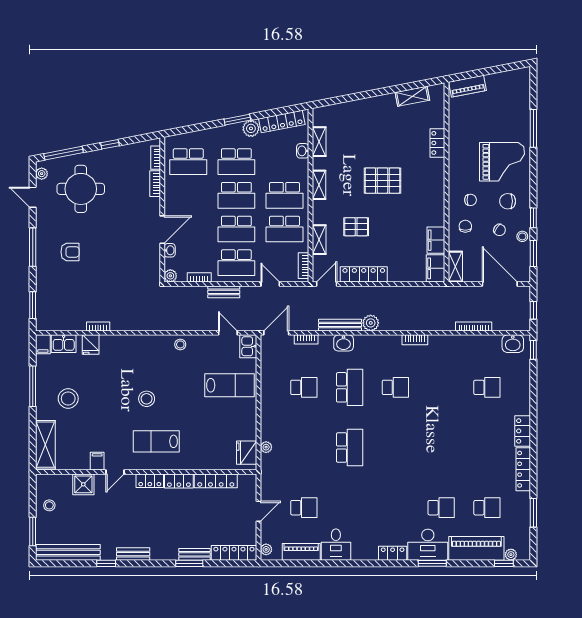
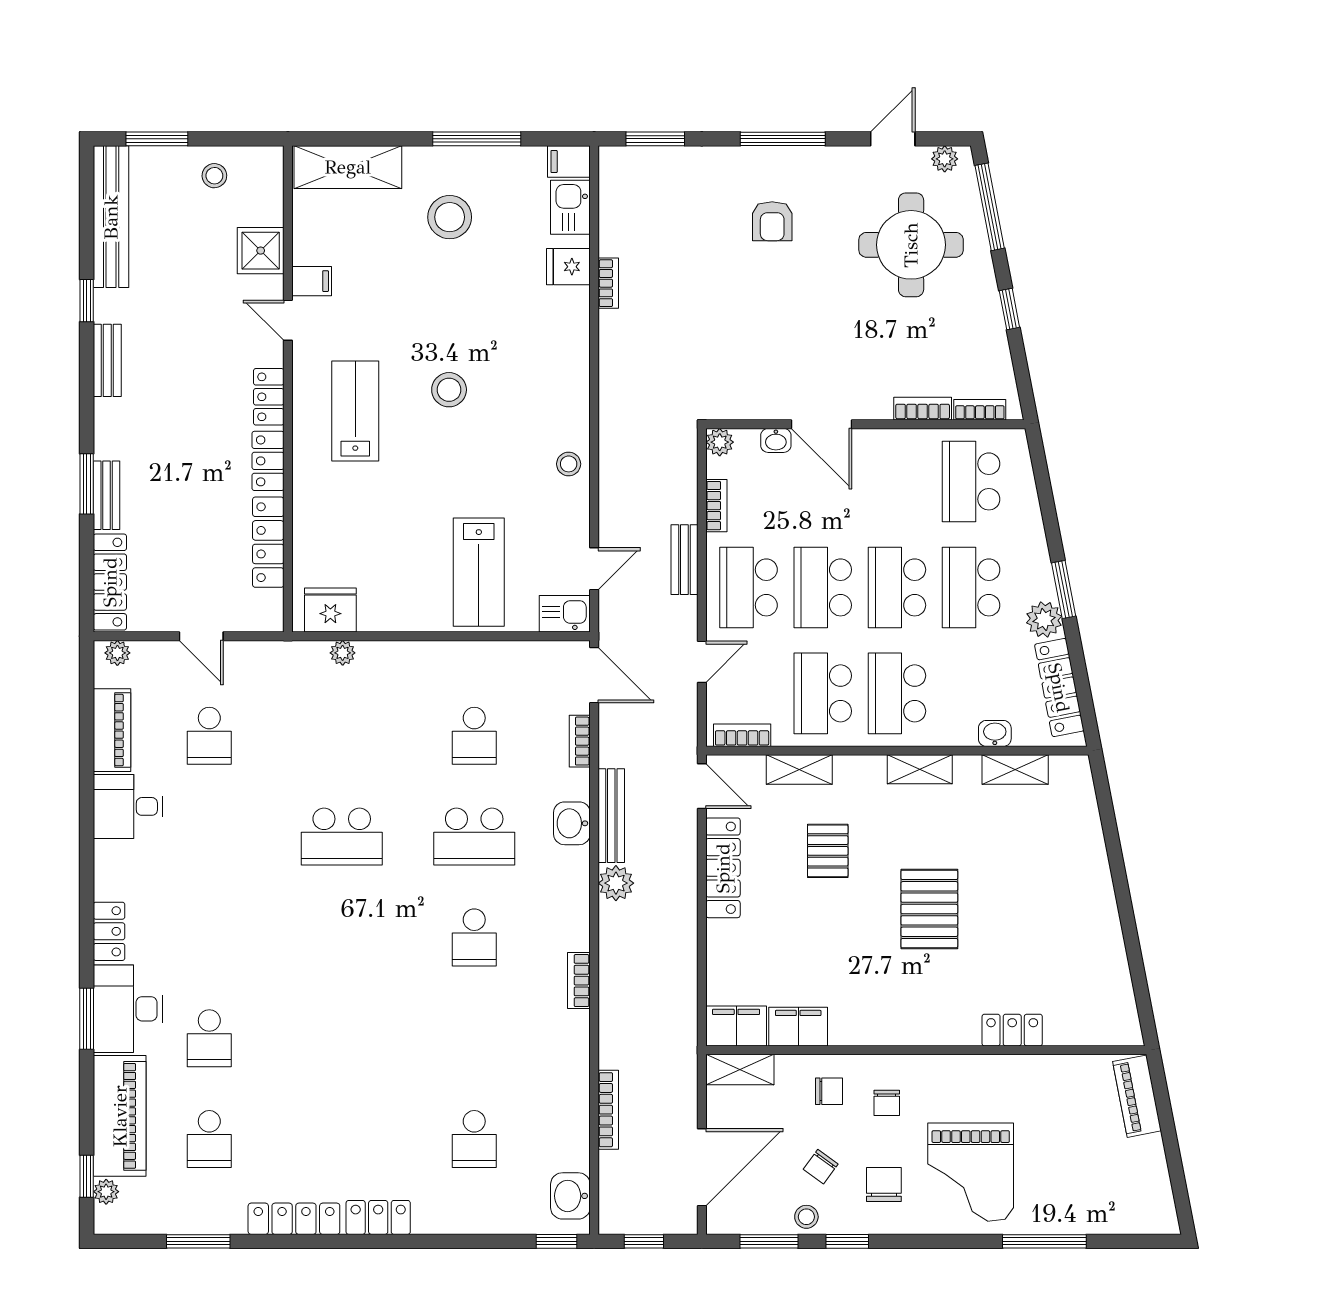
shelving: (412, 96) -> (1115, 975), removed

